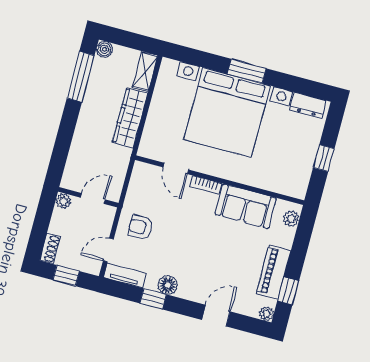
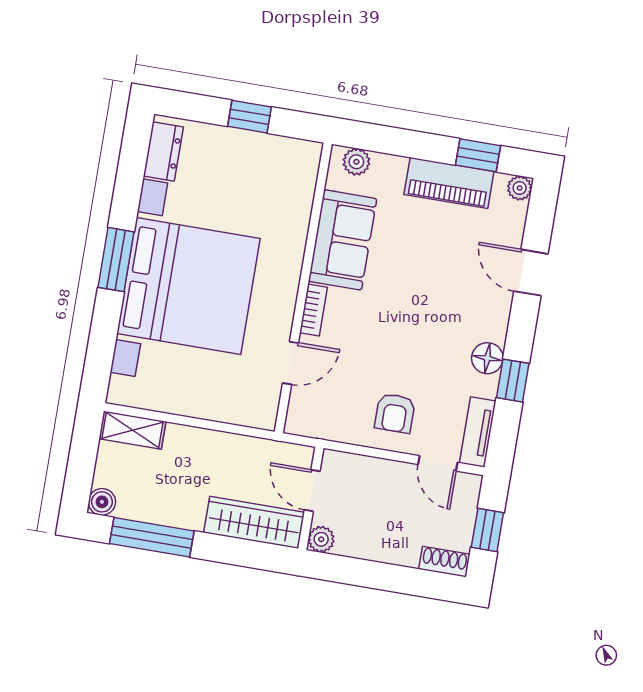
wardrobe: (130, 118) -> (254, 522), moved, turned 180
wall: (88, 197) -> (311, 498), moved
door: (93, 199) -> (312, 491), moved
plant: (63, 201) -> (321, 539), moved

